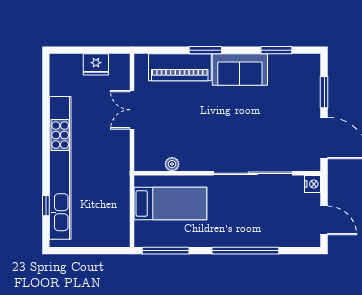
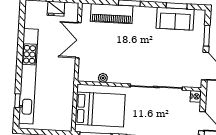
sofa: (240, 69) -> (175, 19), moved
double door: (132, 110) -> (78, 40), width x1.37
bed: (170, 203) -> (100, 109), width x1.50

